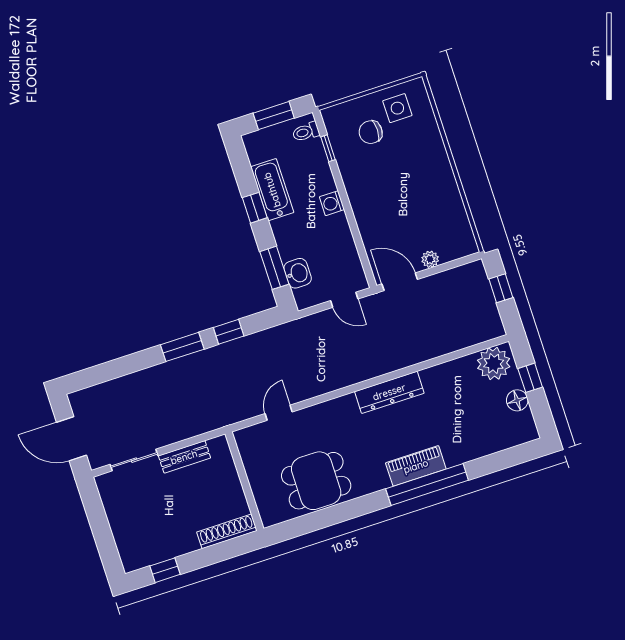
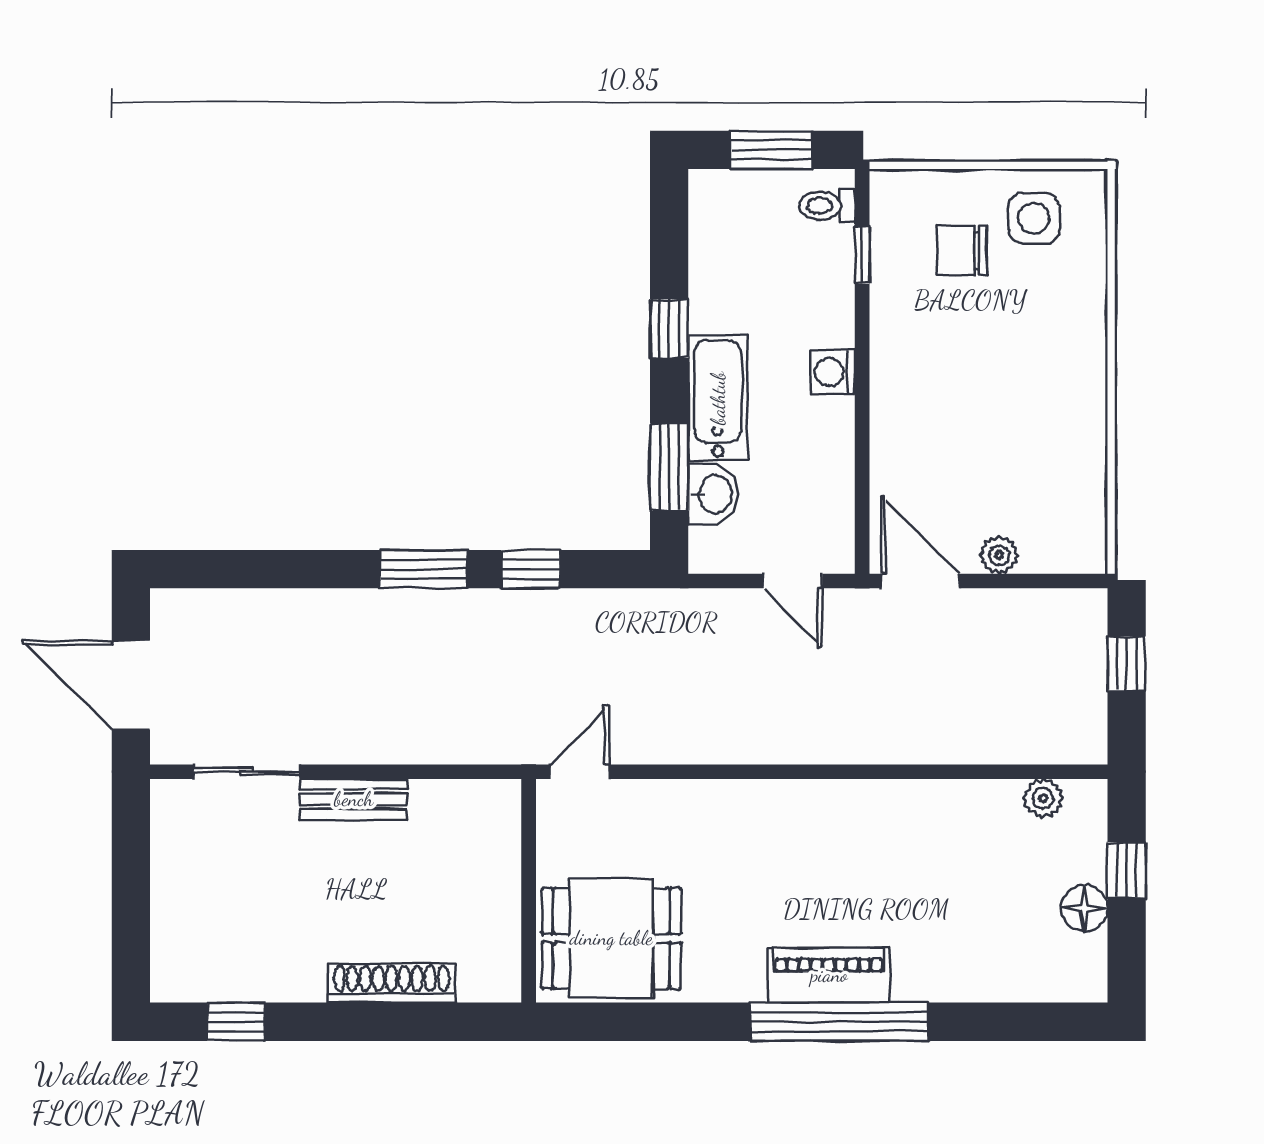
bathtub: (272, 190) -> (718, 398), moved
plant: (494, 364) -> (1043, 798), width x0.53, depth x0.53
dresser: (389, 392) -> (824, 804), removed
wall: (245, 481) -> (529, 891), moved

